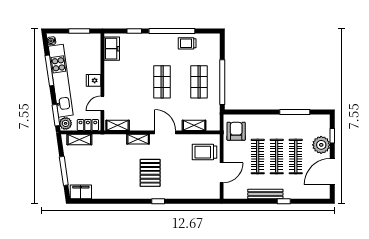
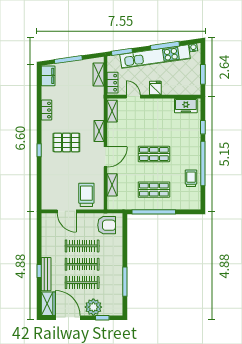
plant: (66, 123) -> (114, 61), removed
wardrobe: (318, 192) -> (48, 304), added
locker: (116, 194) -> (46, 110), added
bench: (265, 194) -> (46, 274), moved

